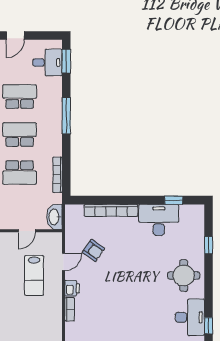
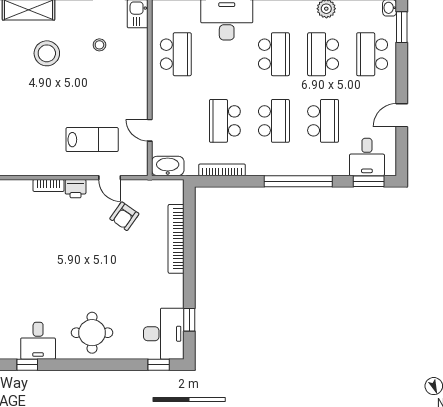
door: (15, 35) -> (402, 115), hinge flipped
window: (66, 116) -> (298, 181), width x1.46
desk: (159, 220) -> (164, 334), moved
window: (209, 245) -> (159, 365), moved
lab bench: (34, 275) -> (92, 140), turned 180
desk: (190, 317) -> (38, 341), width x0.73

